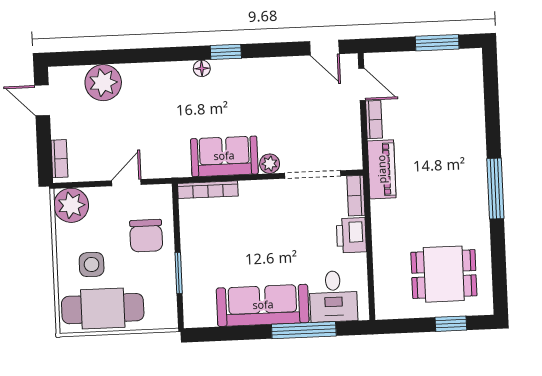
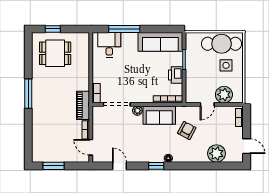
door: (324, 48) -> (119, 166), moved
armchair: (166, 127) -> (187, 130), added
plant: (71, 205) -> (224, 95), moved
printer: (351, 235) -> (176, 75), moved, turned 180
chair: (146, 236) -> (199, 78), removed
sofa: (263, 305) -> (160, 42), moved

